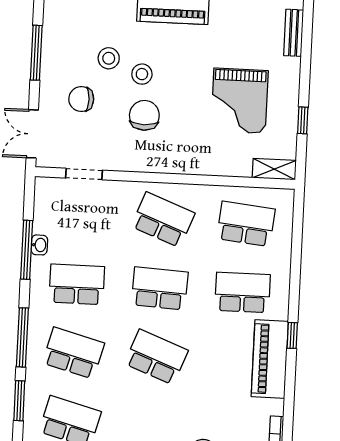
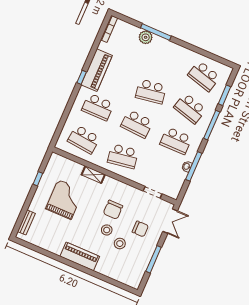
shelving: (274, 169) -> (93, 175), moved
school desk: (163, 220) -> (123, 156), turned -30
school desk: (156, 357) -> (151, 92), turned -30

